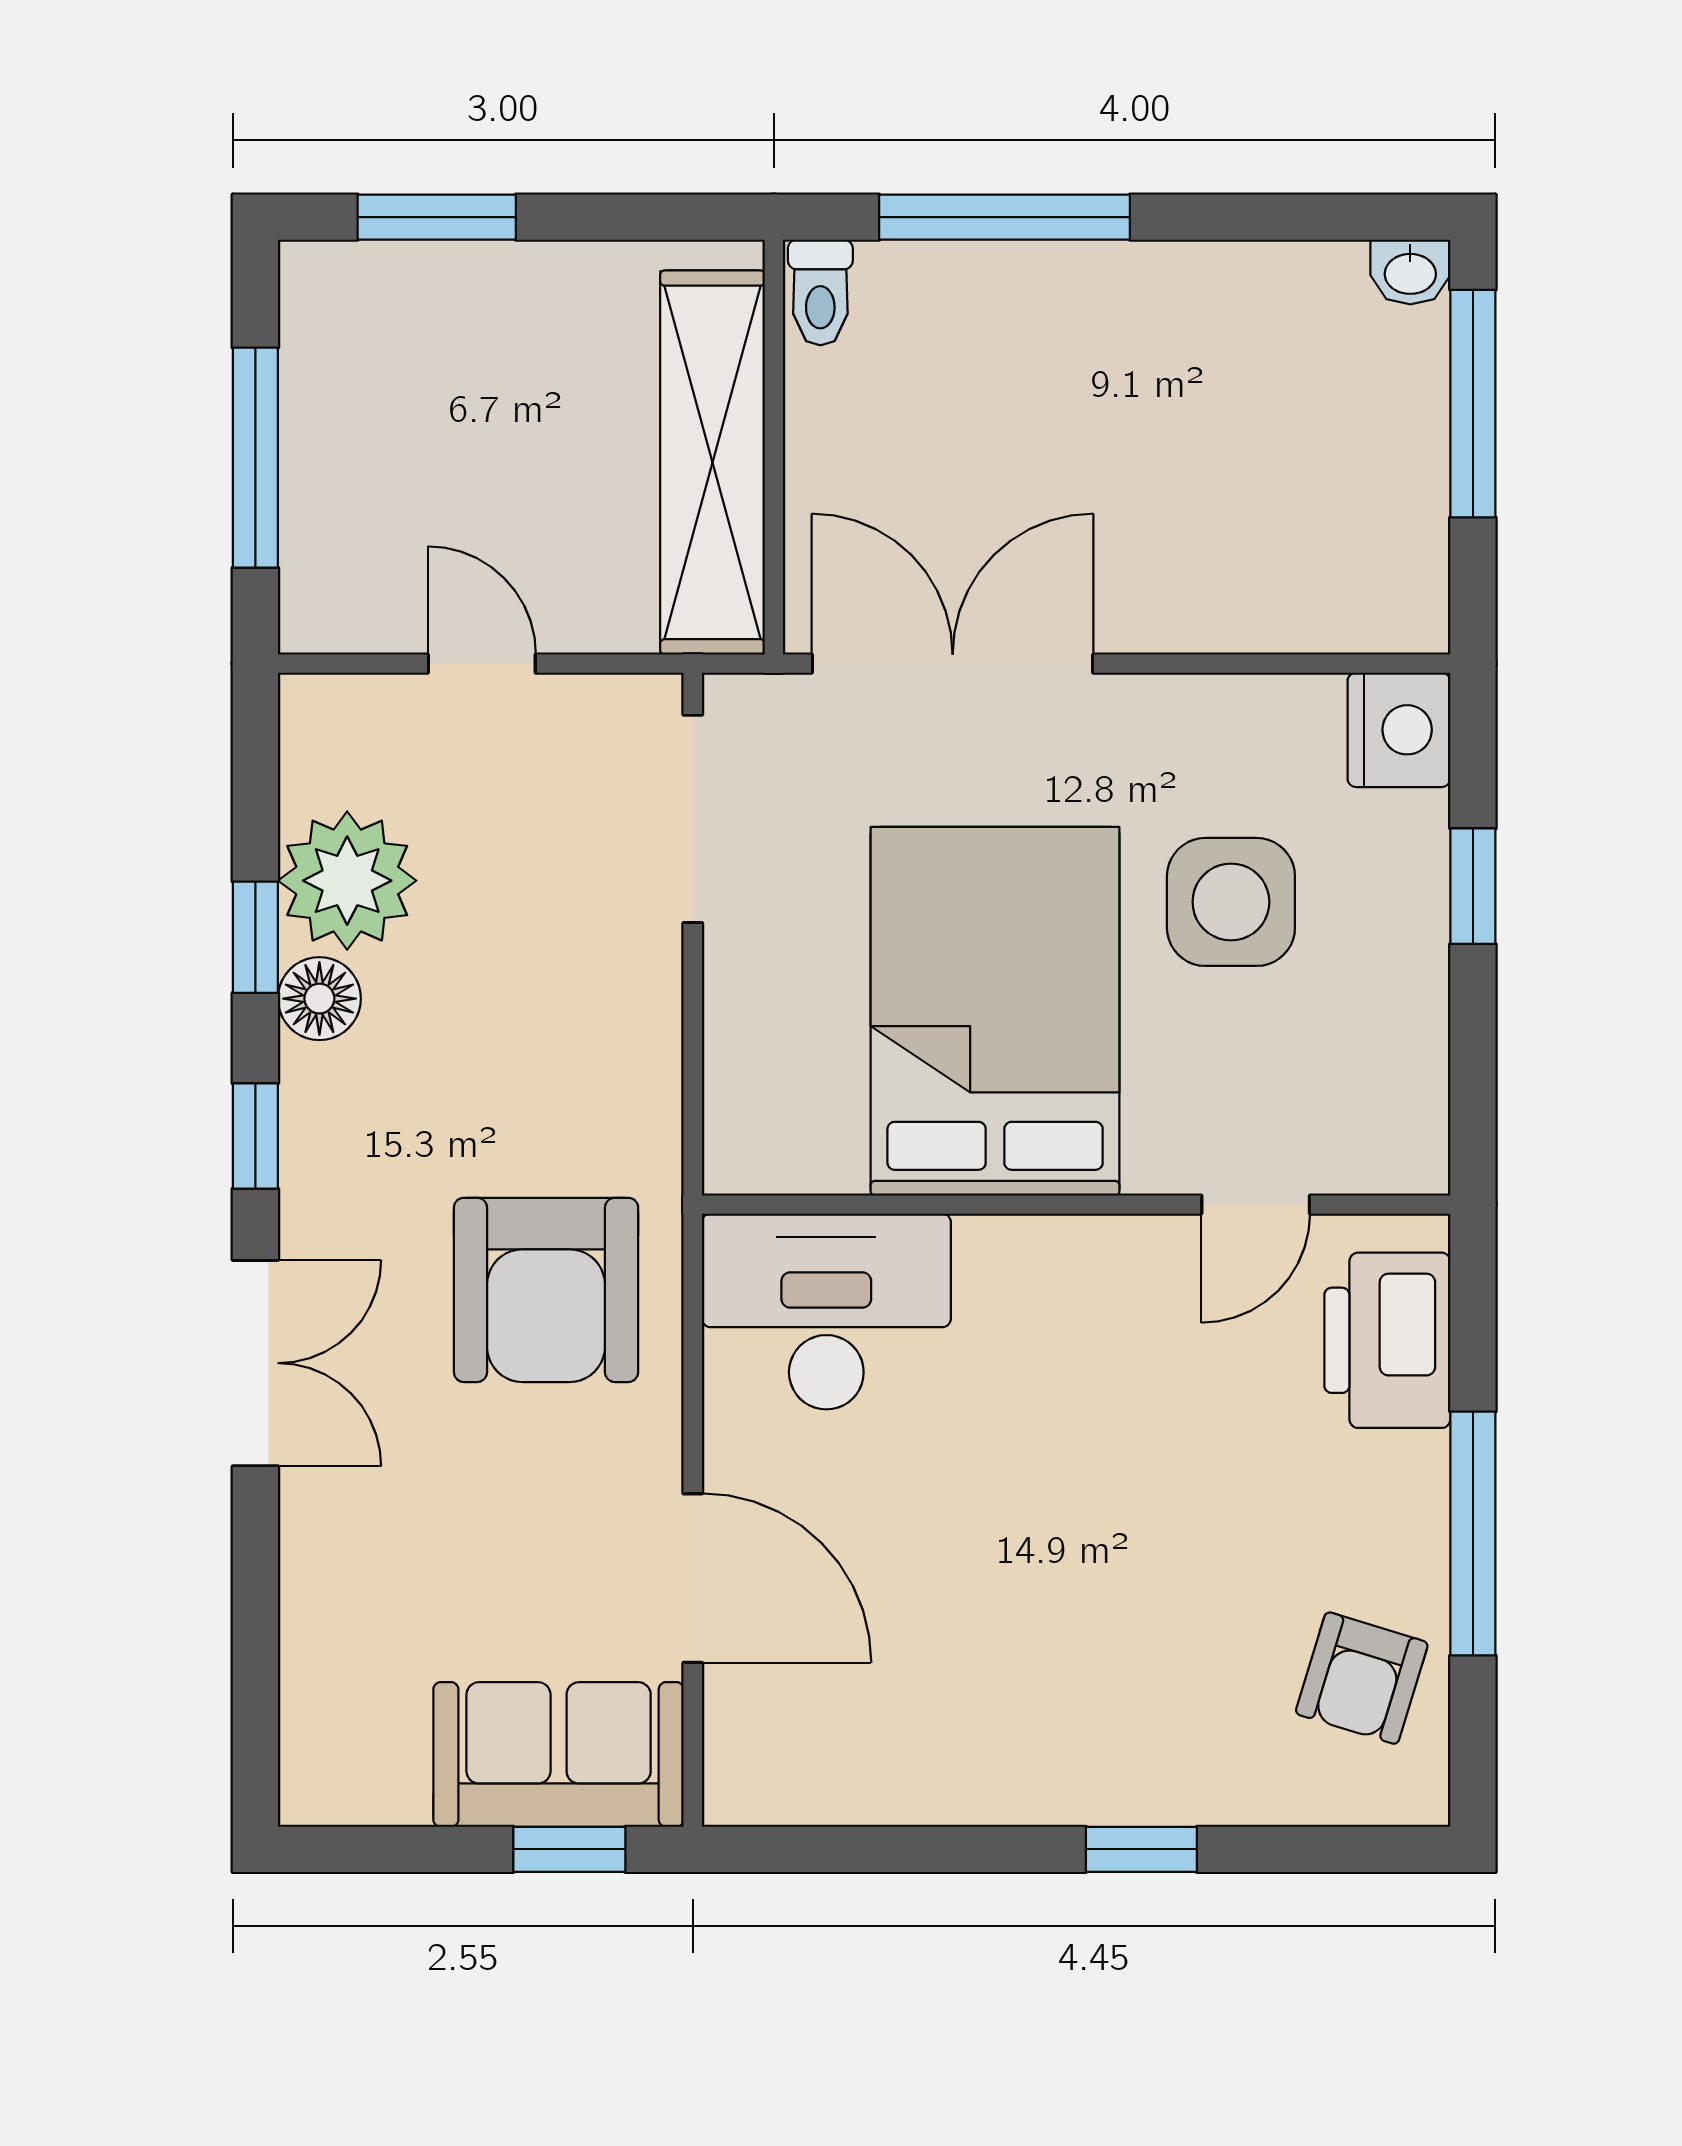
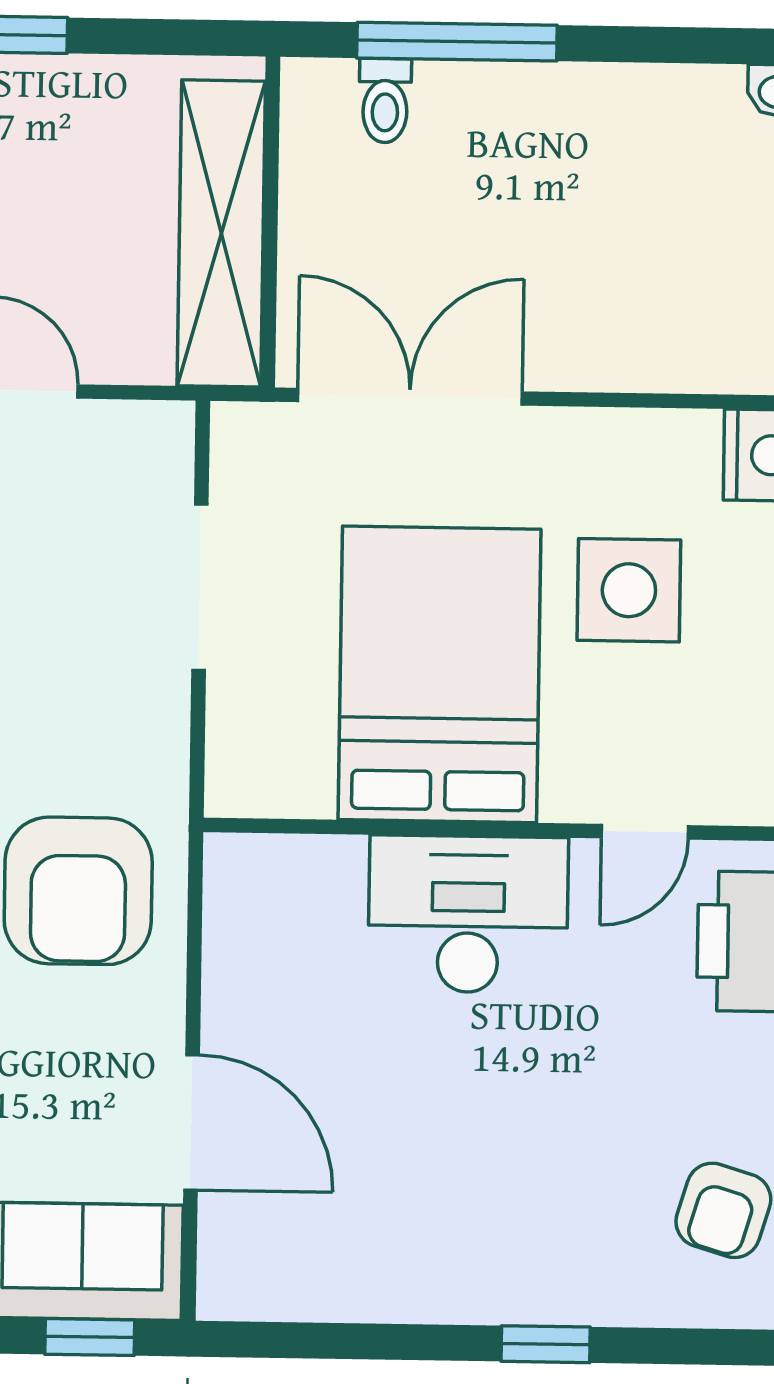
toilet: (820, 293) -> (385, 101), moved
doorway: (693, 819) -> (200, 587), moved
desk: (826, 1312) -> (468, 914), moved

